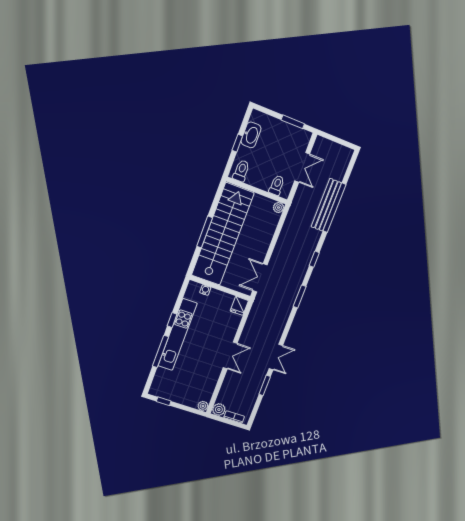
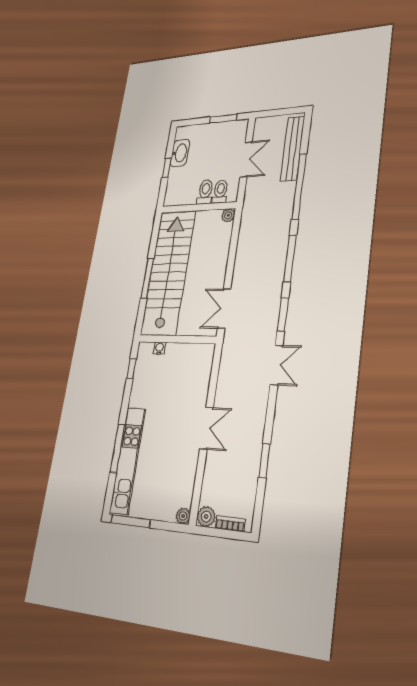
toilet: (241, 171) -> (205, 192), moved
bench: (326, 205) -> (292, 148), moved
window: (314, 259) -> (290, 258), width x2.17
fridge: (239, 306) -> (205, 354), removed
window: (172, 320) -> (131, 369), moved
kitchen unit: (178, 335) -> (128, 460), moved
double door: (276, 357) -> (276, 365), moved
window: (164, 401) -> (130, 521), width x2.17

